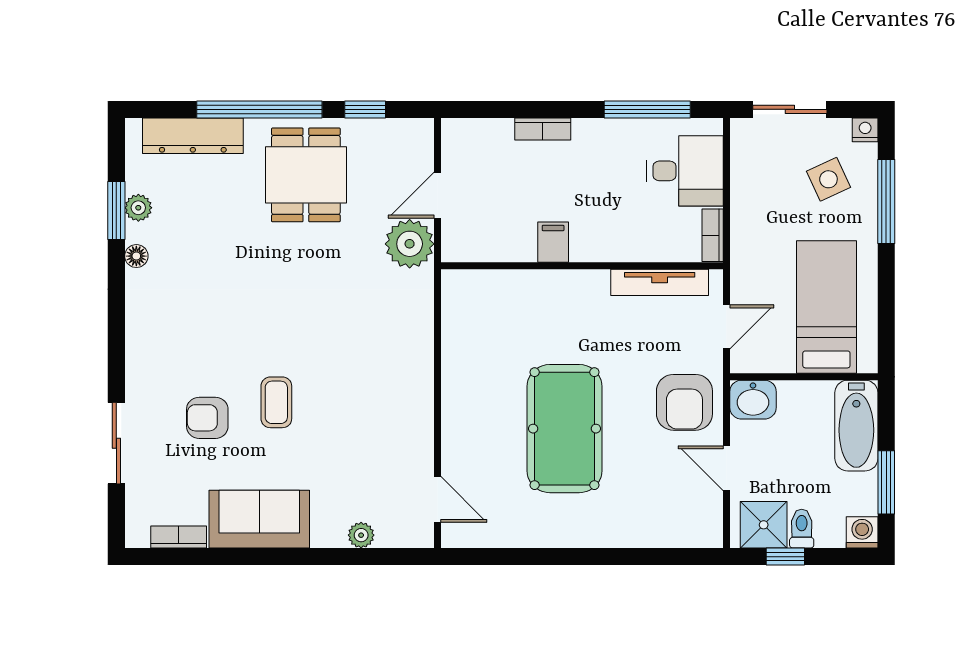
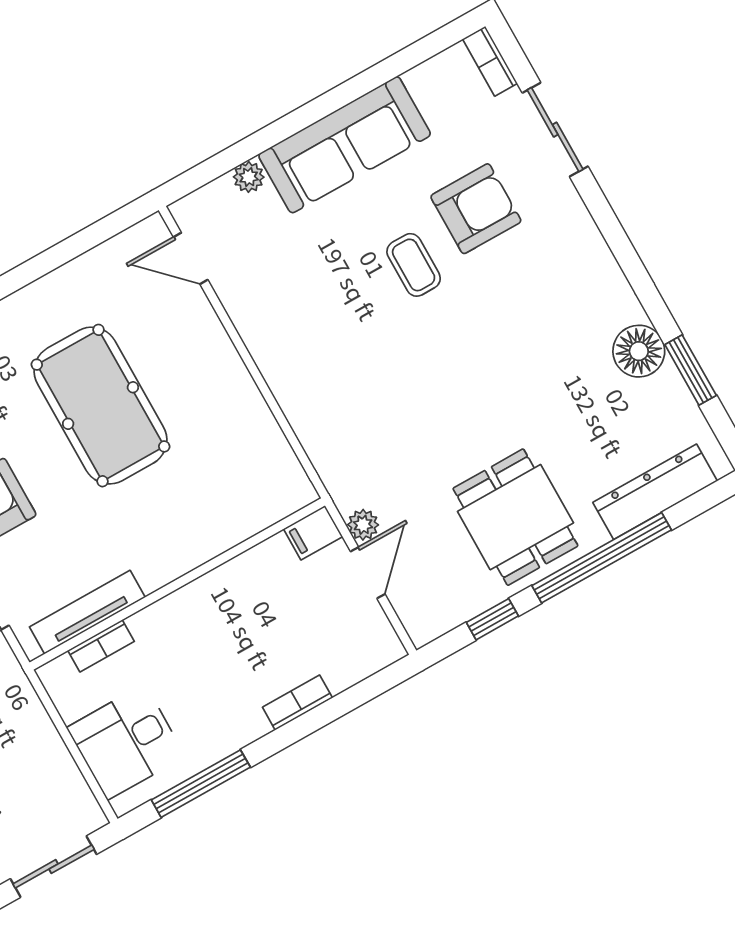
plant: (138, 208) -> (670, 386), removed
bookcase: (713, 235) -> (101, 646), moved, turned 90
filing cabinet: (553, 242) -> (313, 533), moved, turned 90
plant: (410, 244) -> (363, 525), width x0.53, depth x0.53
floor lamp: (136, 256) -> (639, 351), width x1.89, depth x1.89
armchair: (207, 418) -> (476, 209), width x1.38, depth x1.38
sofa: (259, 519) -> (345, 145), width x1.36
bookcase: (179, 537) -> (490, 61), moved, turned 90

